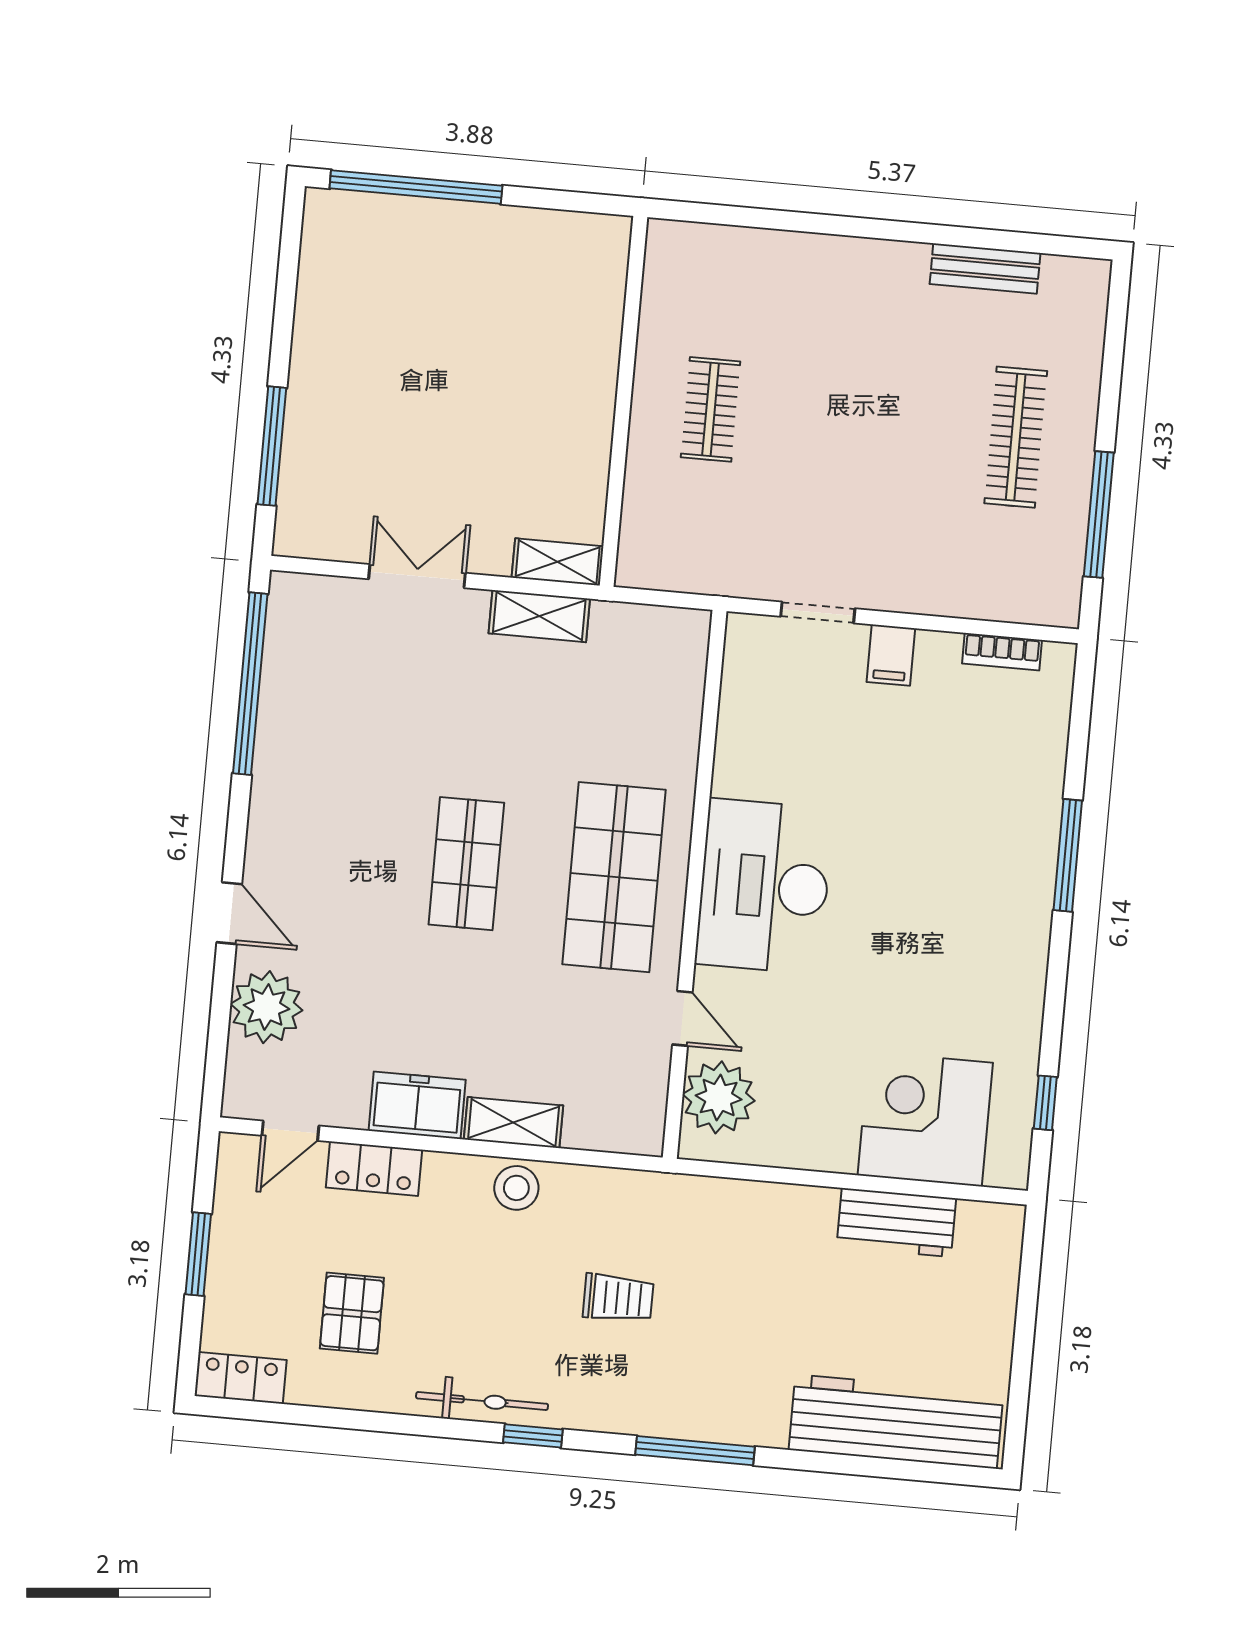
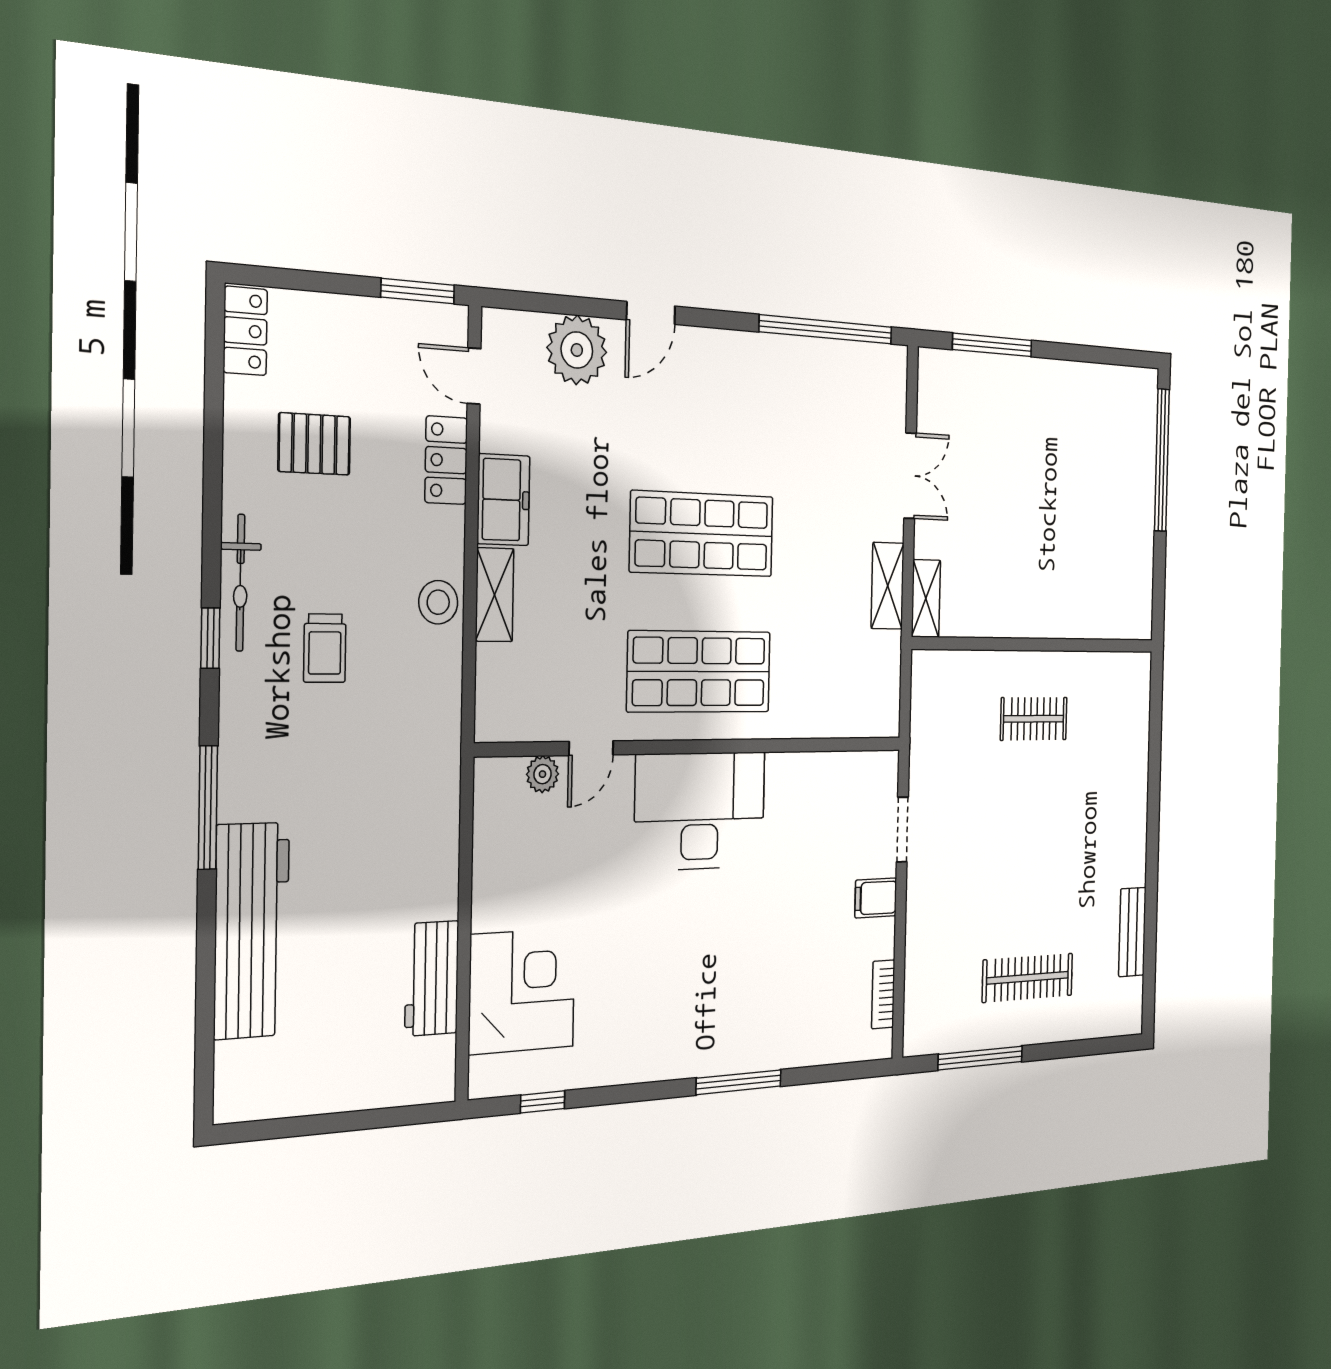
shop shelf: (466, 864) -> (702, 534), width x1.43, depth x1.36
plant: (719, 1097) -> (542, 774), width x0.53, depth x0.53
window: (198, 1254) -> (418, 291), moved
trolley: (618, 1298) -> (325, 648), moved
workbench: (896, 1422) -> (252, 930), moved

